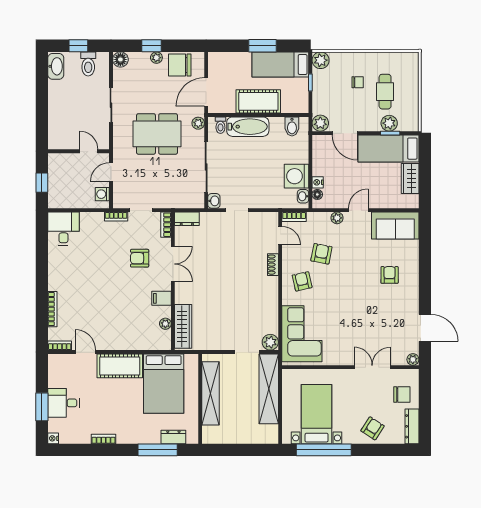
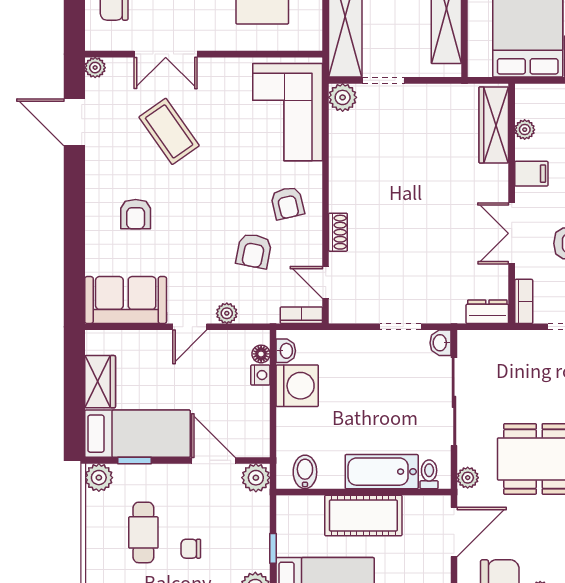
plant: (389, 123) -> (99, 478), moved
coffee table: (370, 323) -> (169, 131), added

